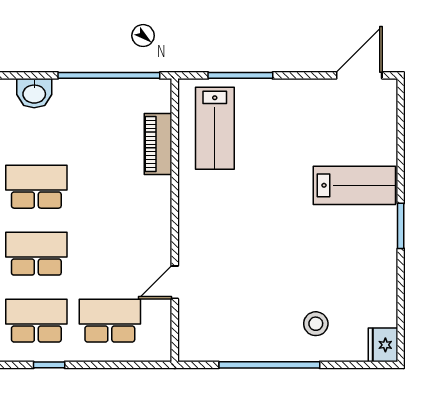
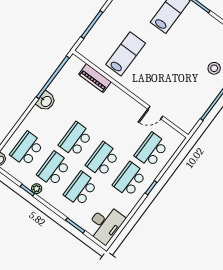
washbasin: (34, 93) -> (46, 101), moved
lab bench: (215, 128) -> (126, 54), moved, turned -90
door: (175, 282) -> (155, 113), hinge flipped

